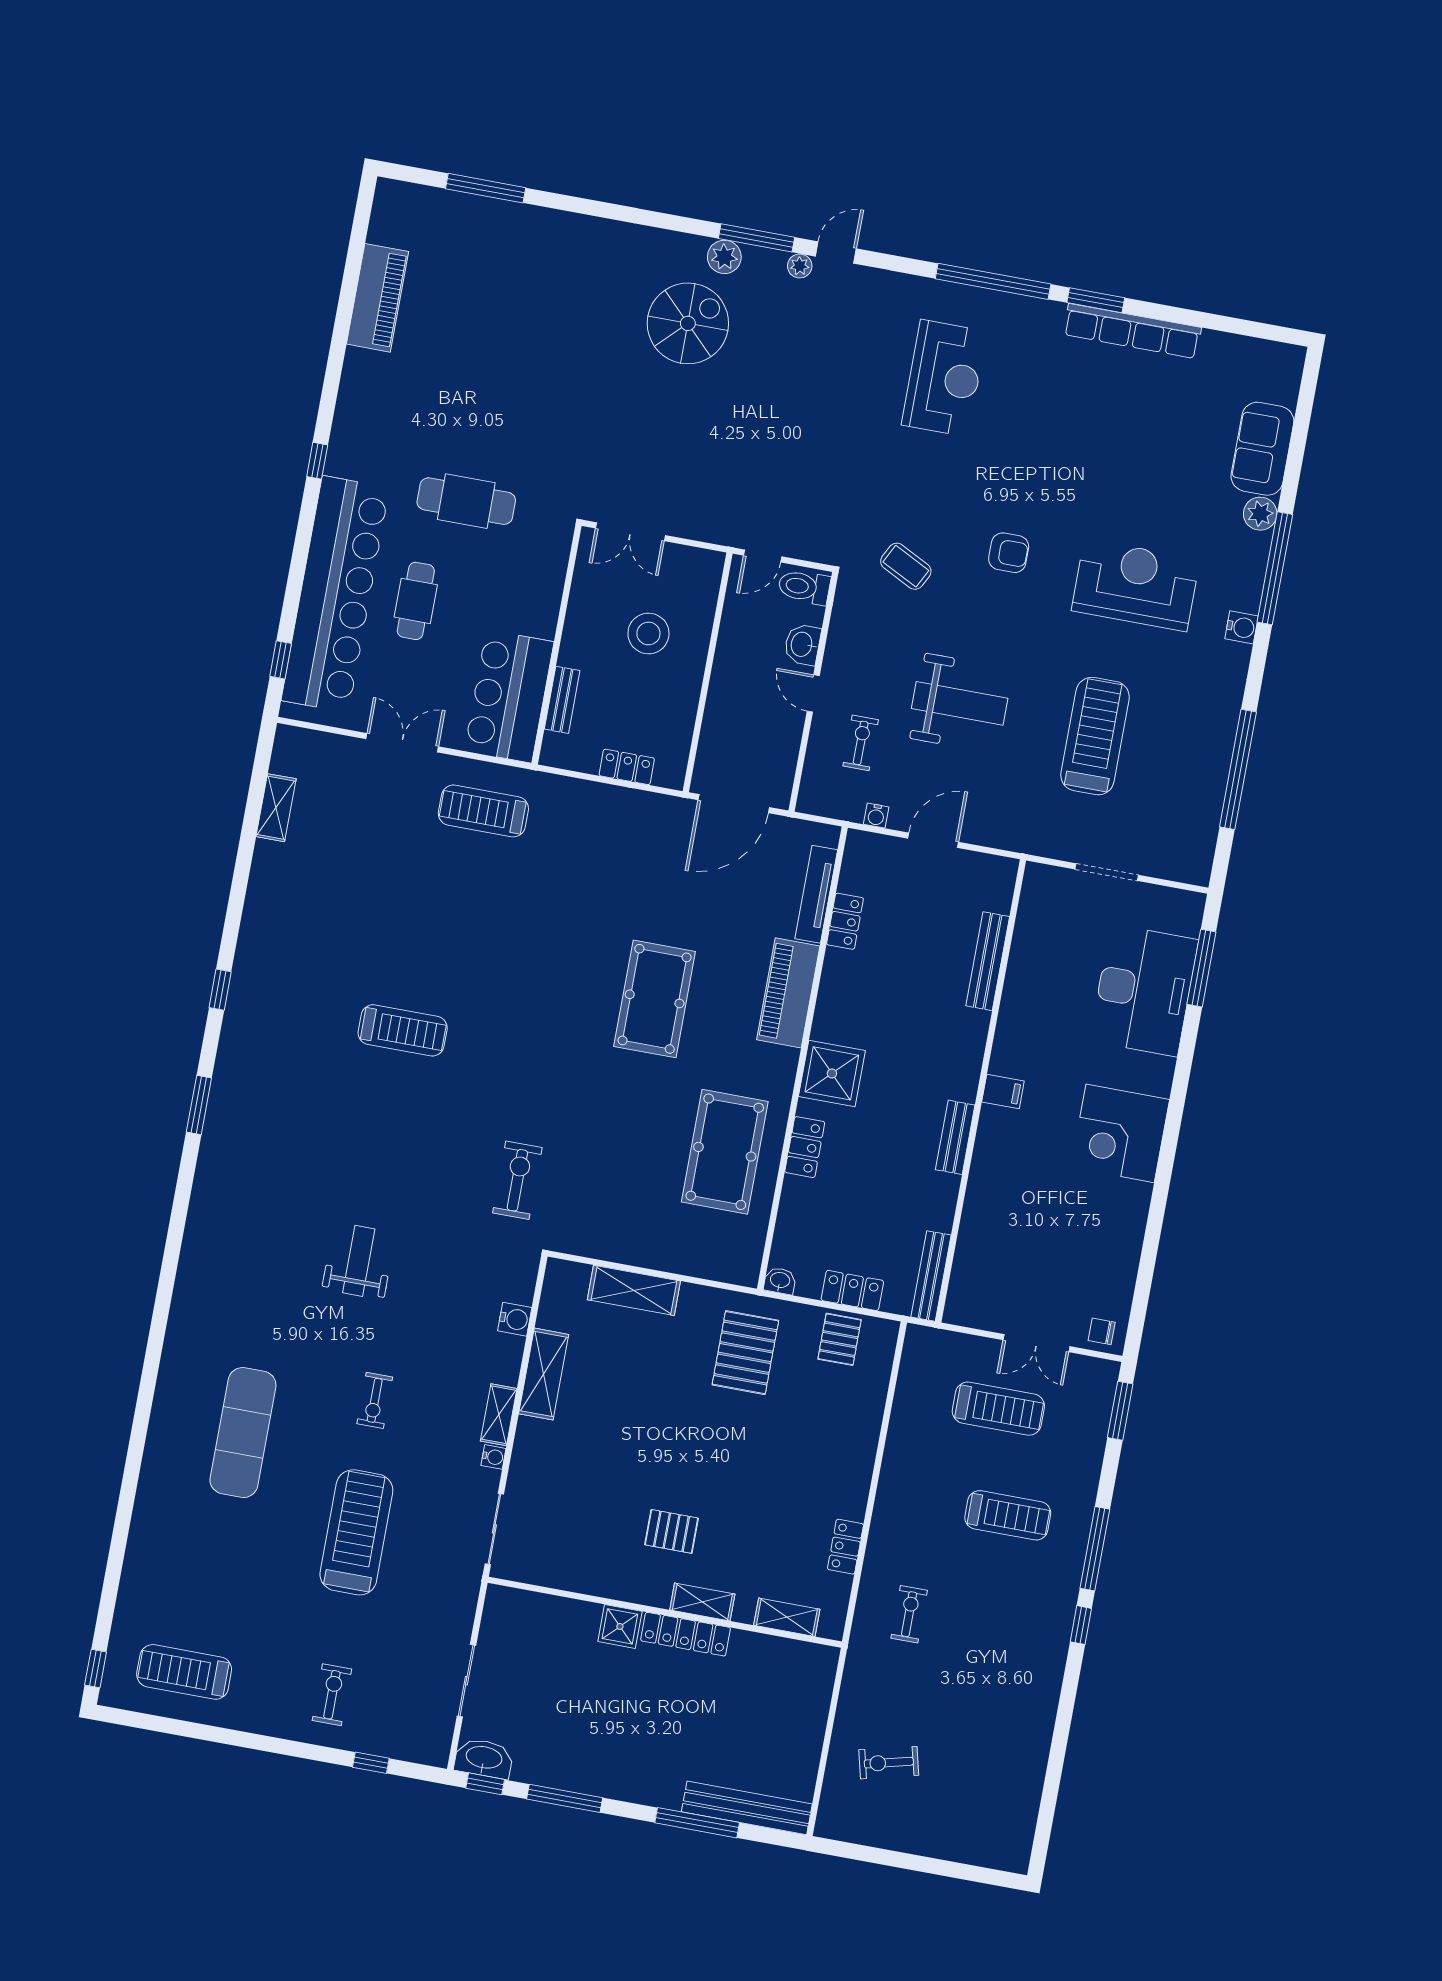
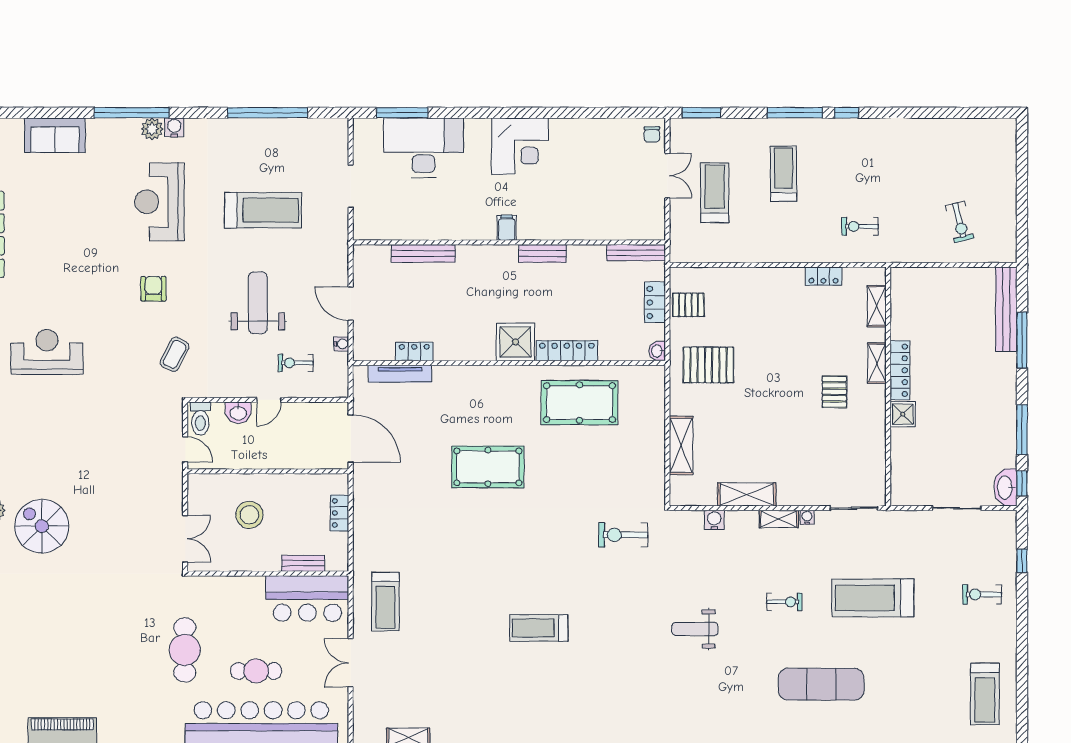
plant: (1260, 514) -> (152, 129), moved
treadmill: (1095, 736) -> (263, 210), turned 180
piano: (788, 993) -> (468, 380), removed
treadmill: (403, 1030) -> (539, 628), turned -90
locker: (805, 1147) -> (567, 351), width x1.53

